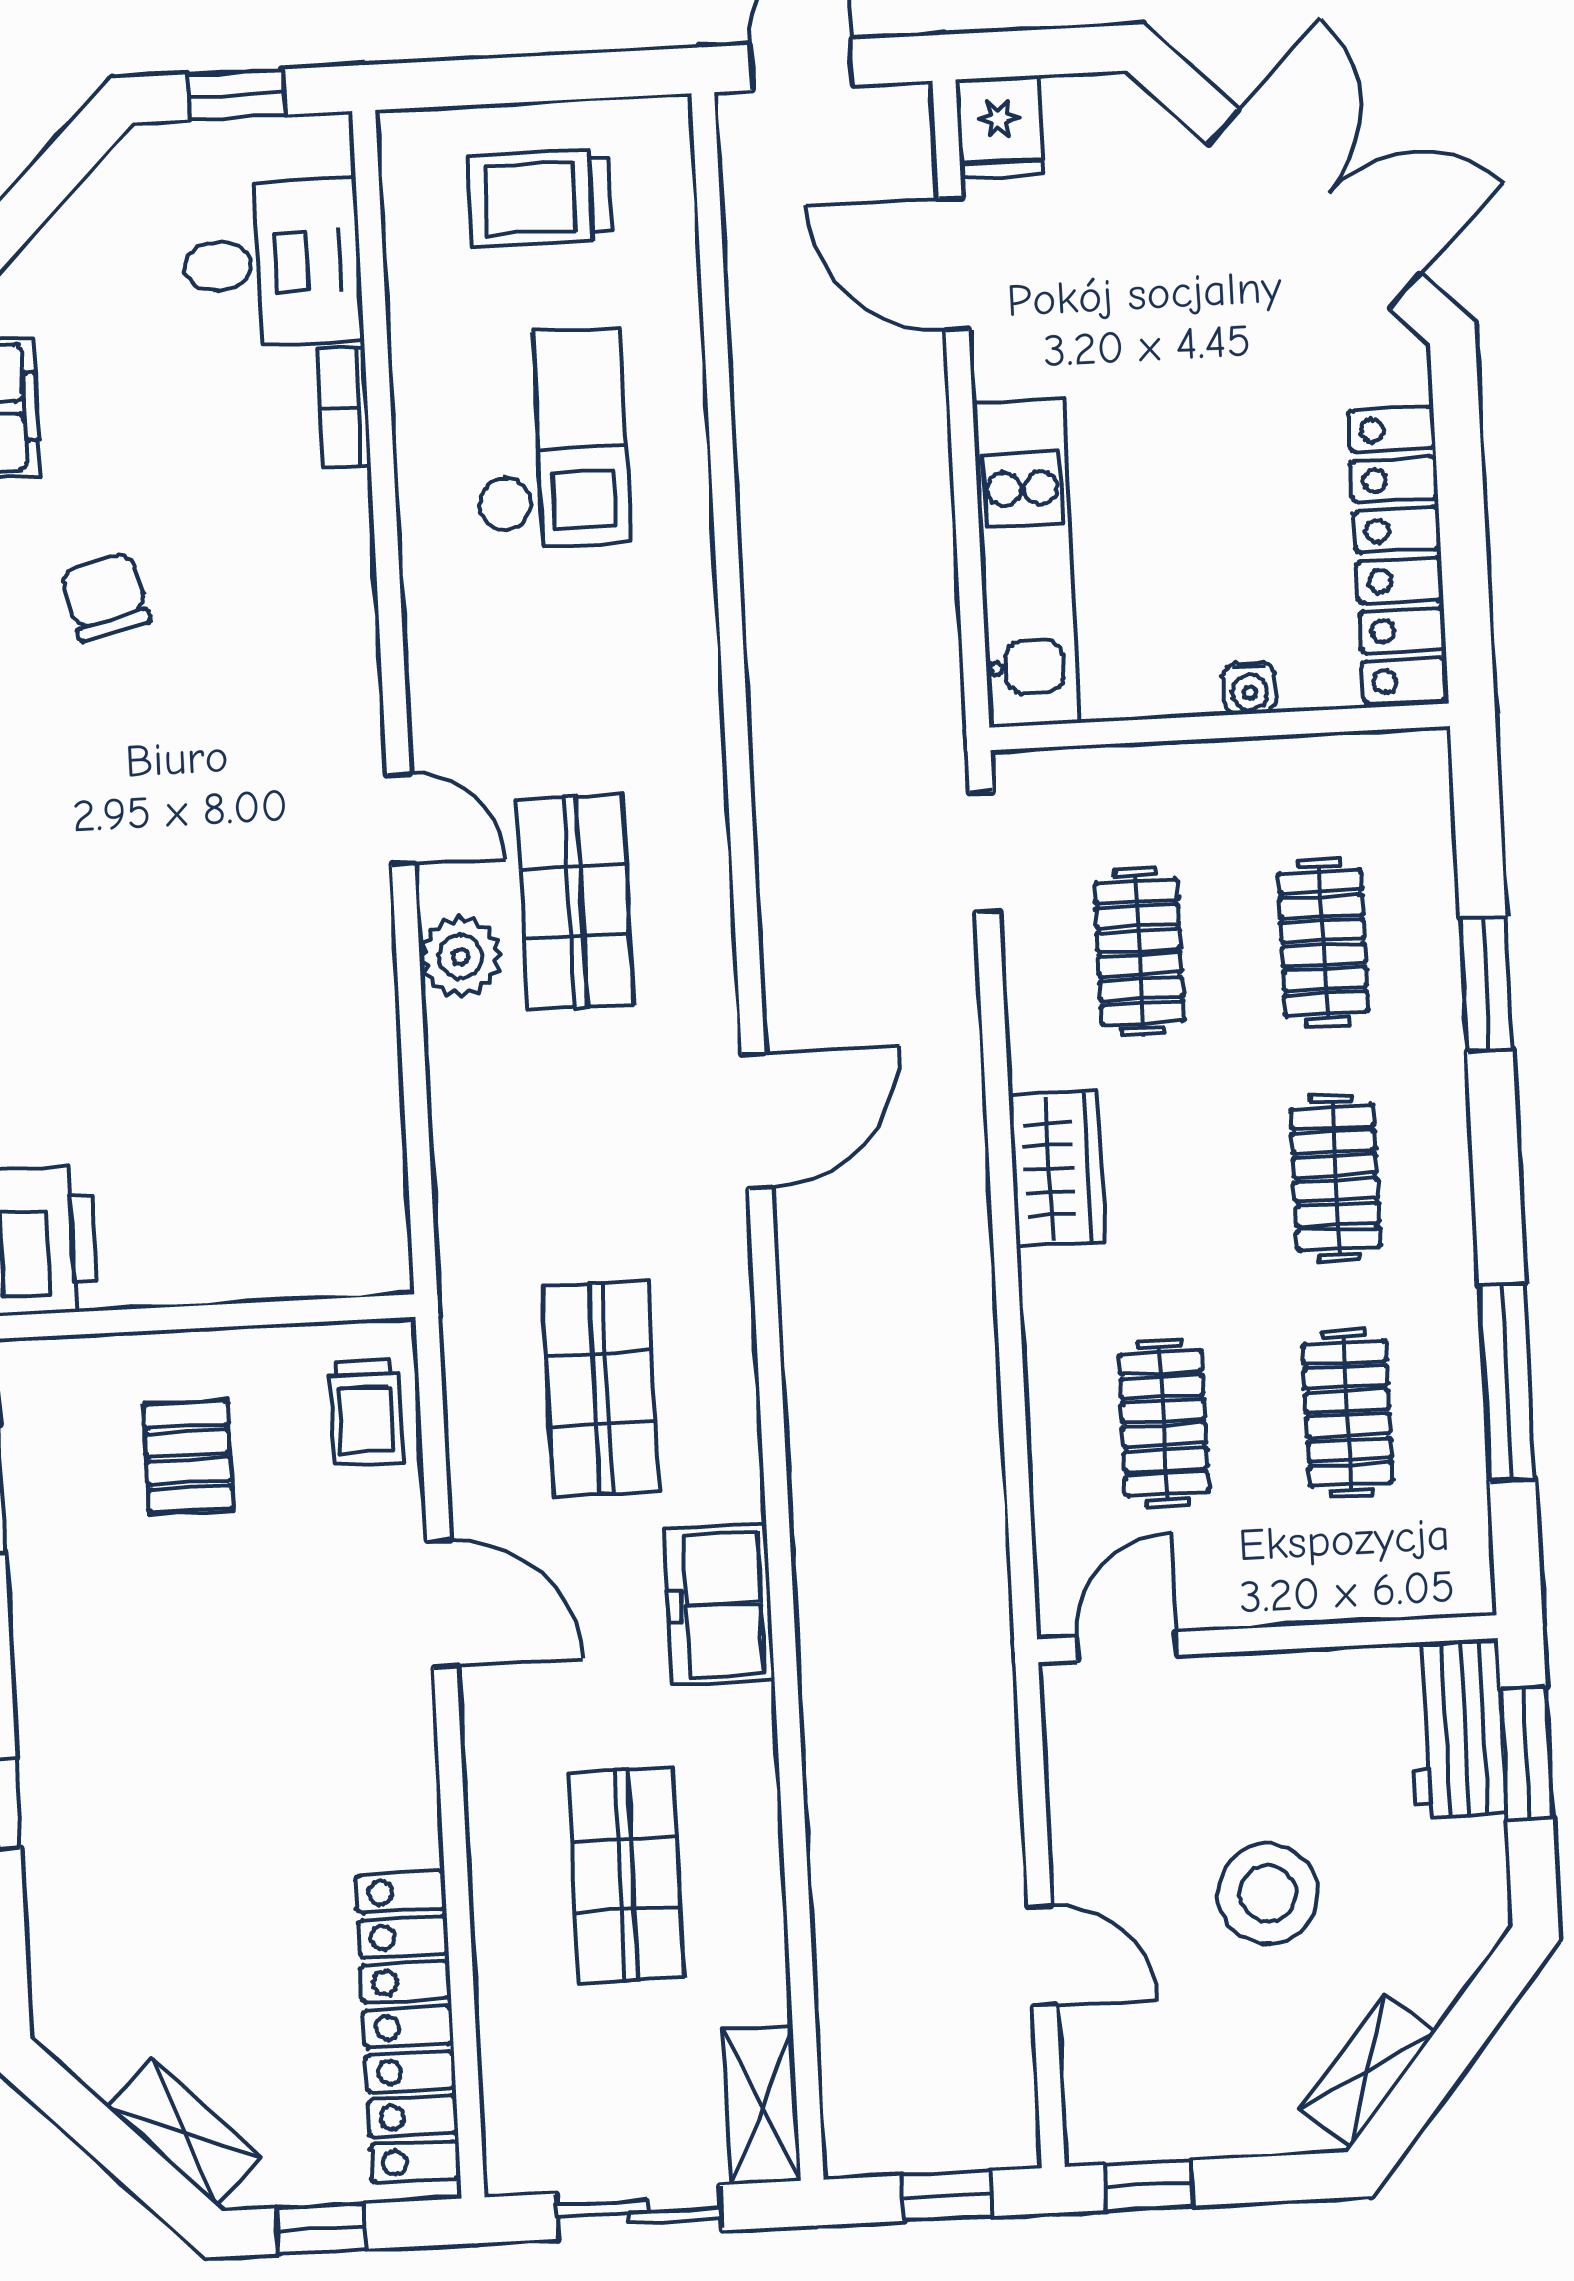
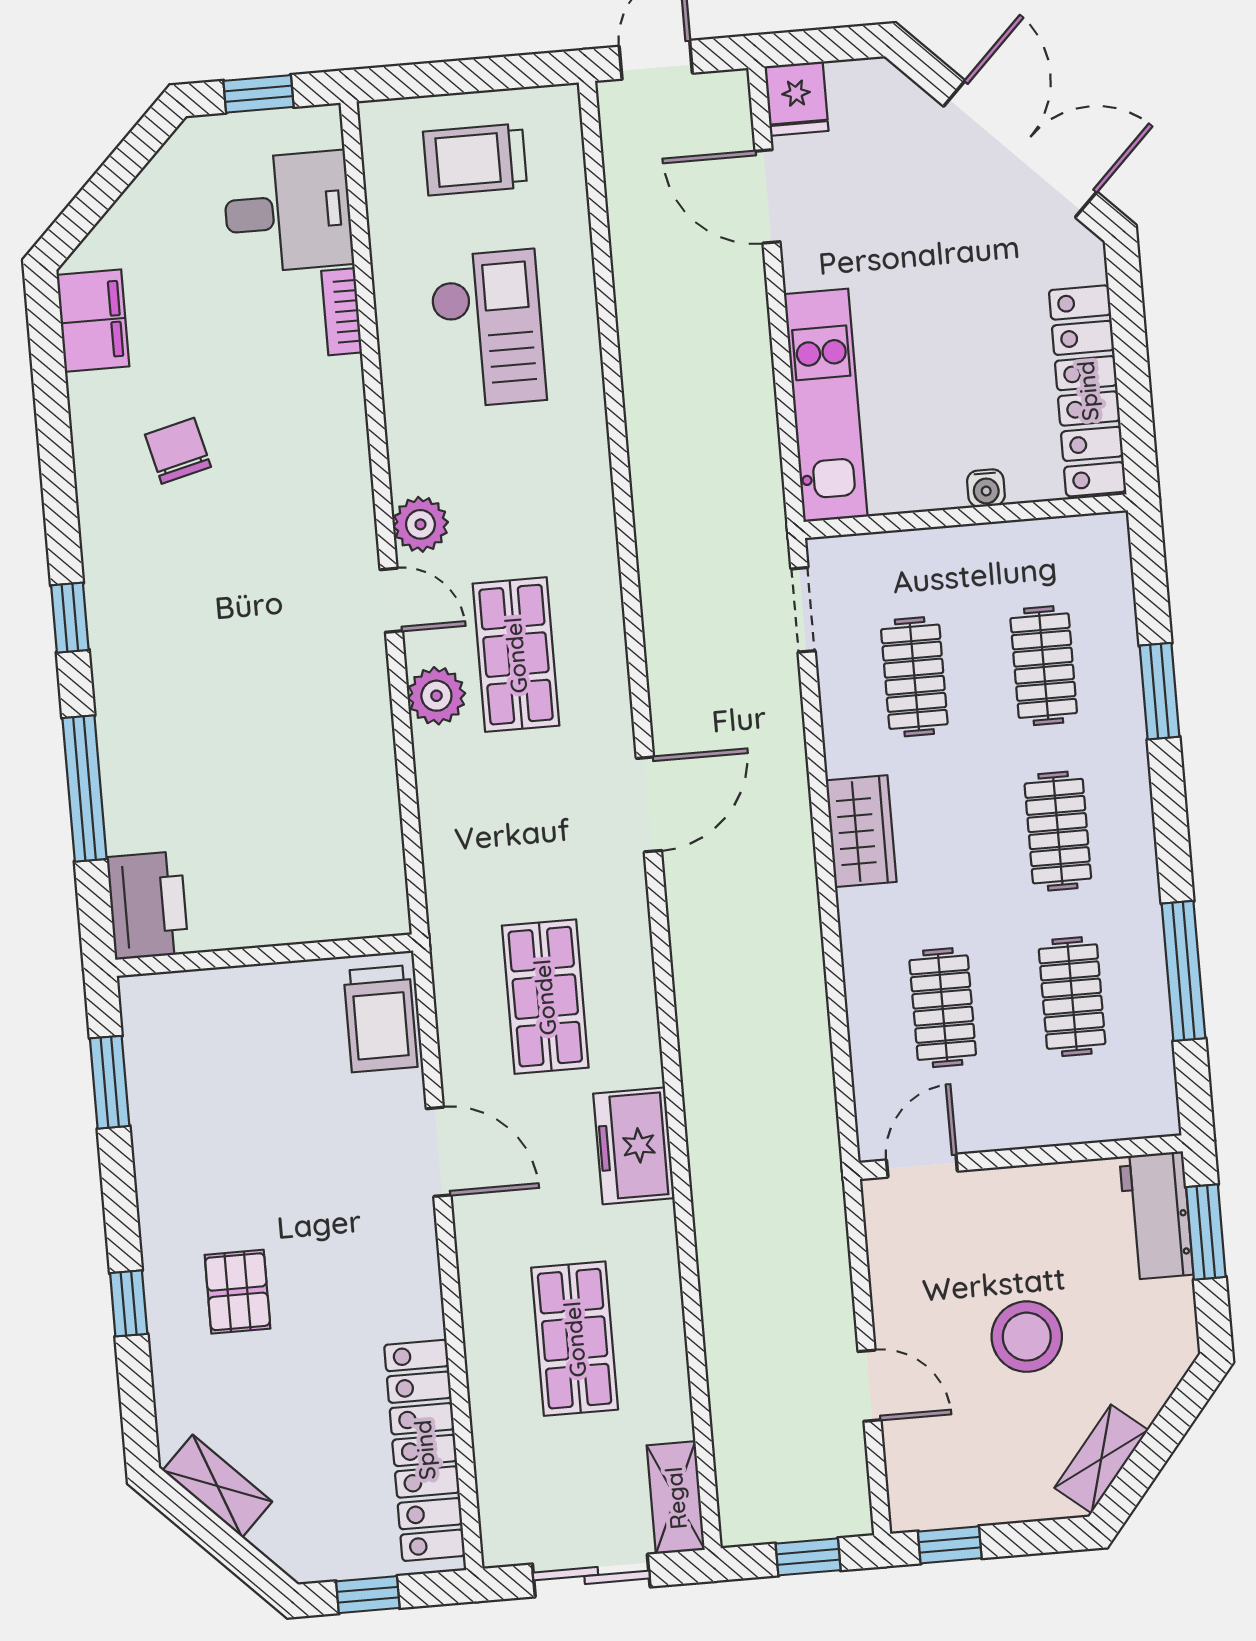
plant: (446, 713) -> (420, 524), added
trolley: (366, 1412) -> (380, 1019), width x1.36, depth x1.39
pallet: (188, 1457) -> (238, 1292), moved
shelving: (185, 2132) -> (217, 1486), moved

